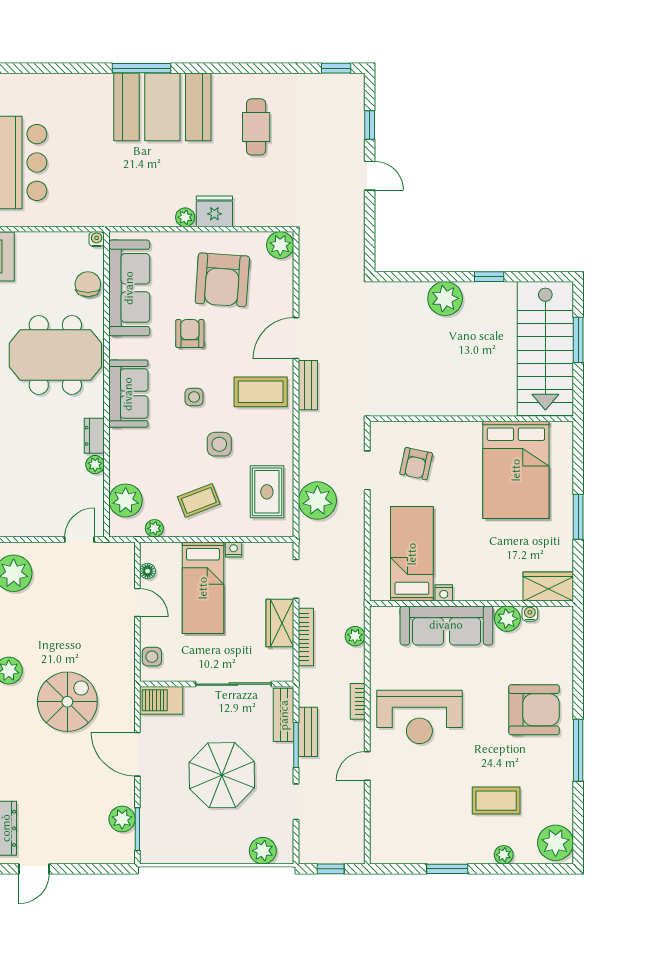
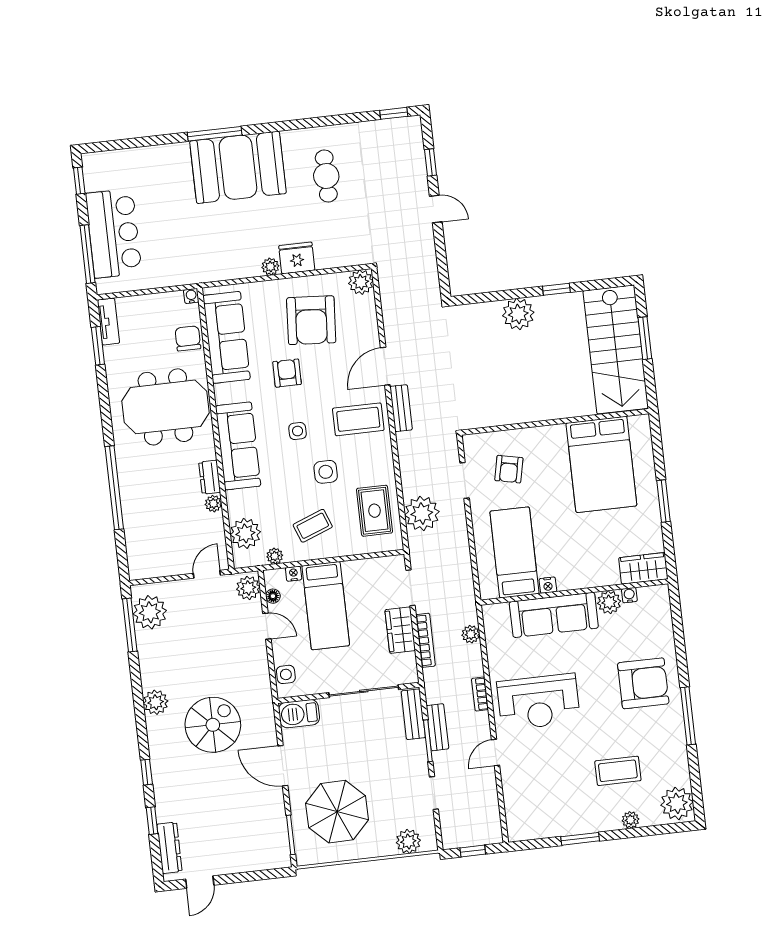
sofa: (128, 394) -> (238, 446), width x1.36
nightstand: (234, 549) -> (294, 574), moved
parasol: (222, 775) -> (337, 812), moved
plant: (122, 819) -> (248, 588), moved

